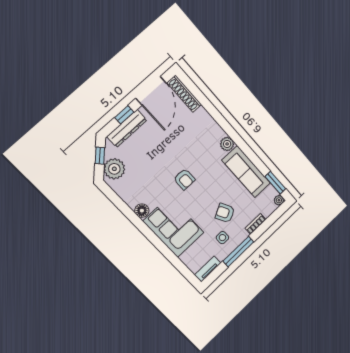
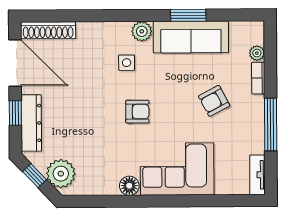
window: (275, 183) -> (188, 15), moved
plant: (279, 200) -> (257, 53), moved
side table: (222, 238) -> (127, 63), moved

